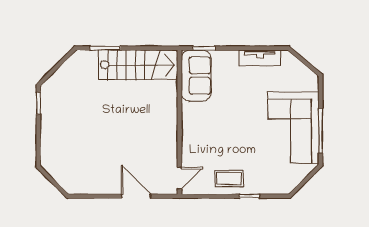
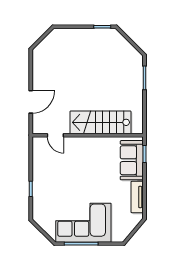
stairs: (138, 65) -> (100, 122), moved, turned 90
sofa: (196, 76) -> (132, 160), moved, turned 90
door: (179, 178) -> (55, 135), moved
coffee table: (229, 179) -> (44, 173), removed

